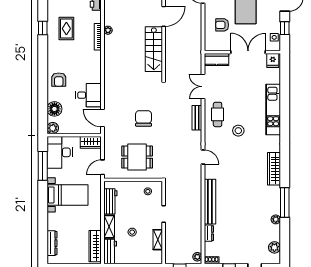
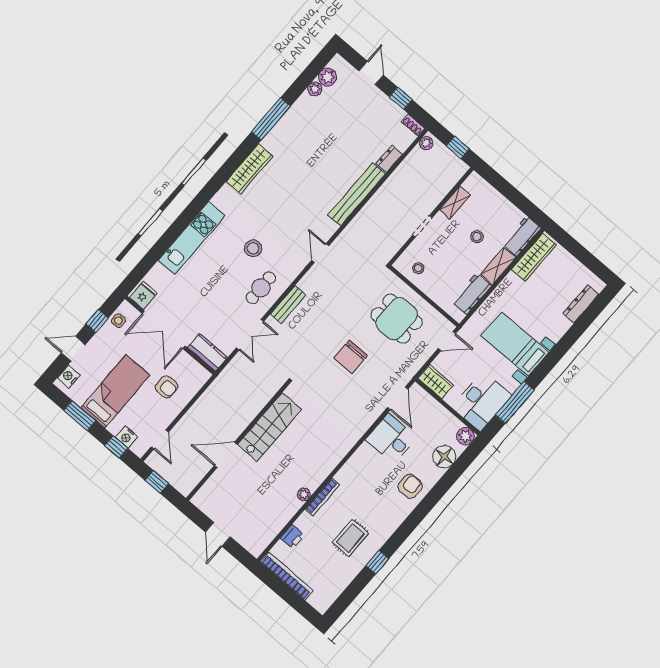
plant: (276, 219) -> (315, 89), moved

